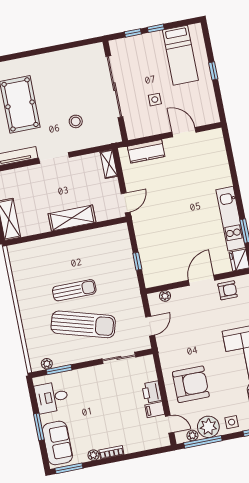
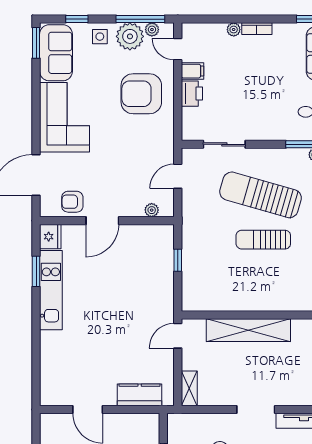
shelving: (72, 218) -> (248, 330), width x1.47
plant: (93, 455) -> (234, 30), moved

